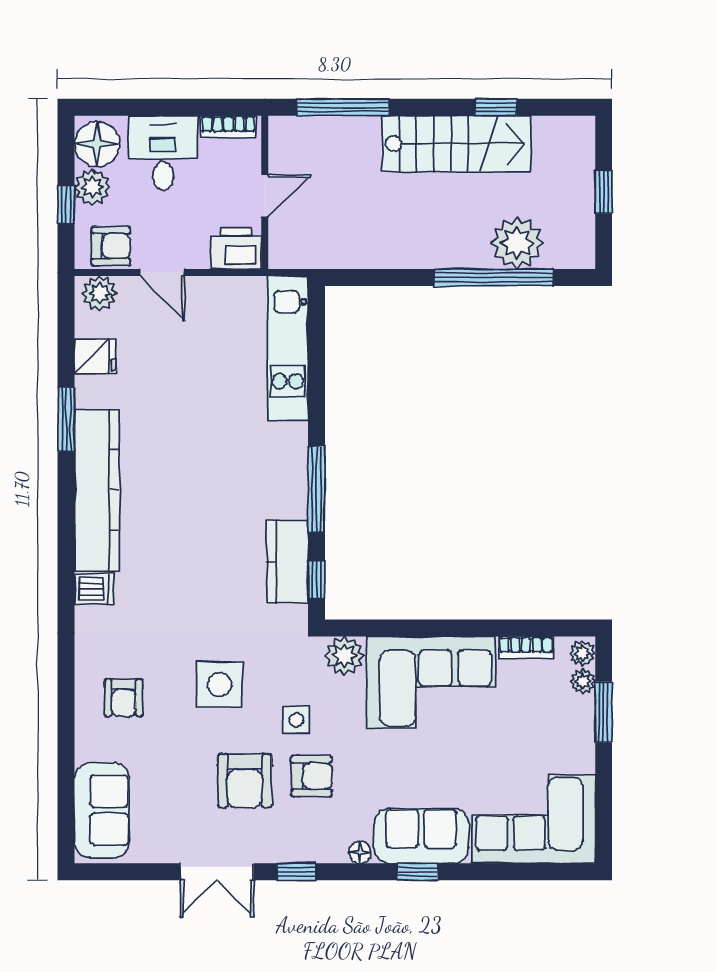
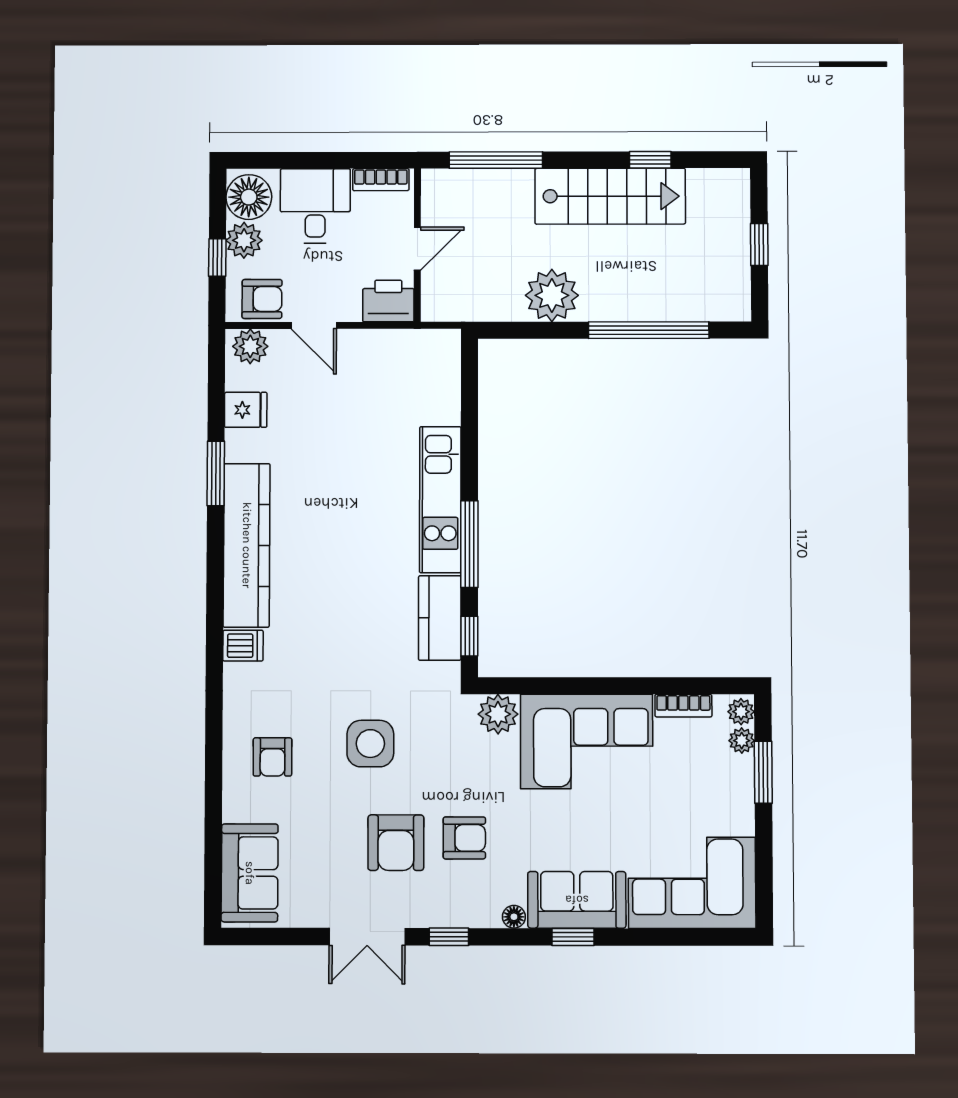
plant: (517, 243) -> (552, 295), moved
kitchen unit: (288, 348) -> (440, 500), moved
side table: (296, 720) -> (449, 780), removed

